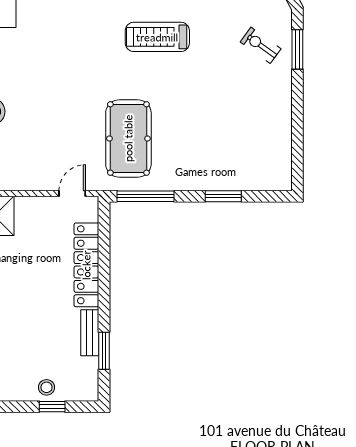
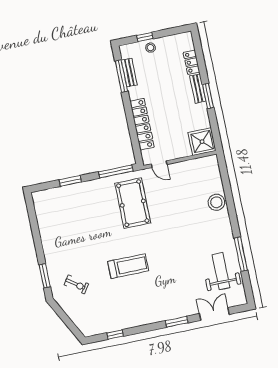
exercise bike: (261, 45) -> (76, 284), moved
door: (72, 193) -> (159, 164), hinge flipped
bench: (90, 333) -> (129, 72), moved
window: (104, 351) -> (121, 76), width x1.44

